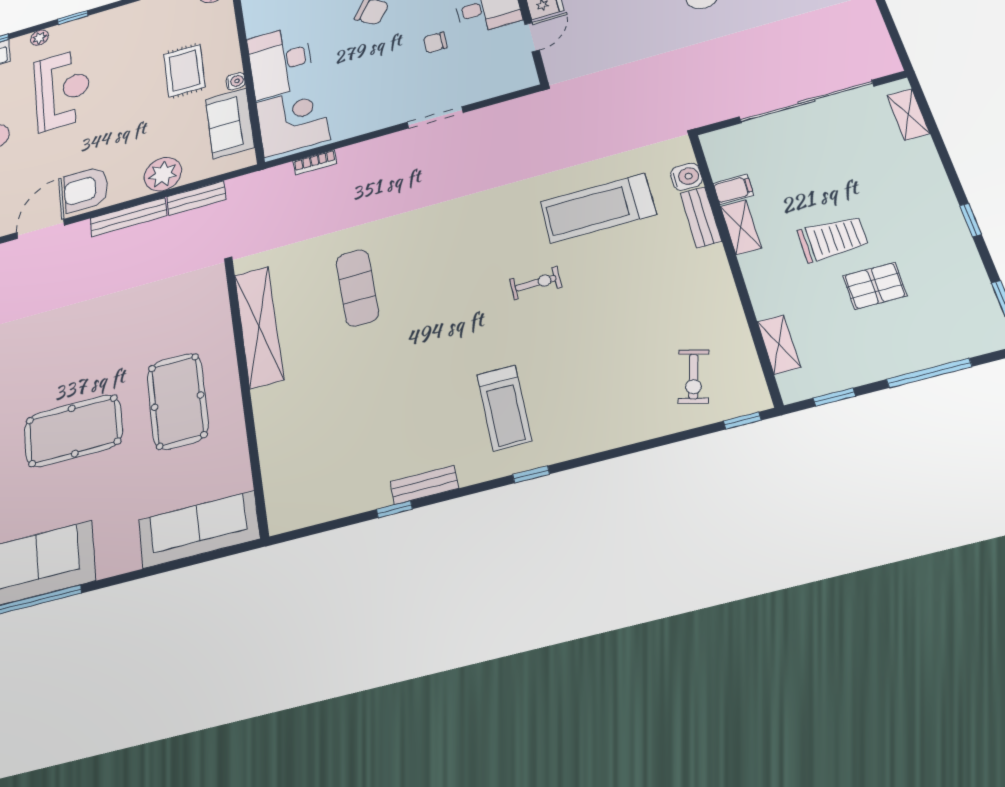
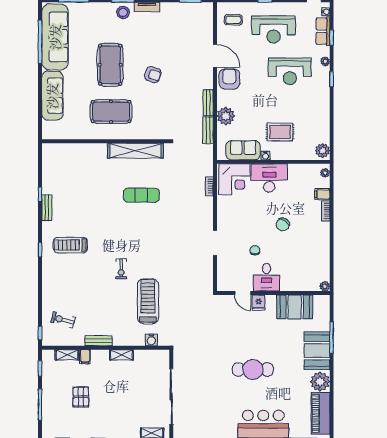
filing cabinet: (733, 189) -> (85, 357), moved
bench: (128, 217) -> (208, 103), width x0.73
bench: (701, 217) -> (99, 341), moved
trolley: (833, 239) -> (106, 388), removed
armchair: (88, 337) -> (153, 75), added
sofa: (199, 529) -> (52, 96), moved

